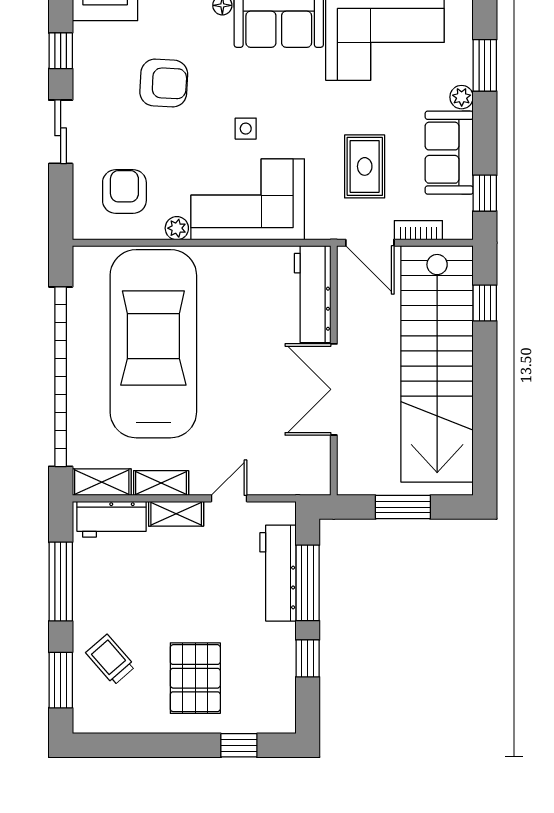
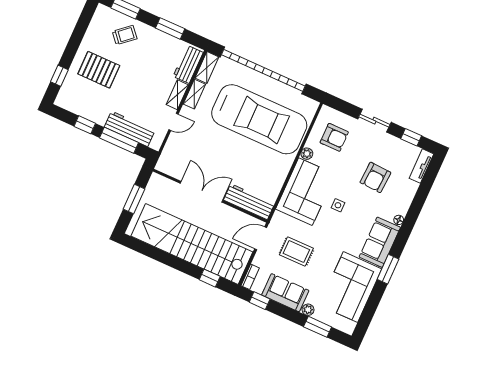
bookcase: (418, 230) -> (250, 277), moved
door: (229, 498) -> (173, 122), hinge flipped
window: (61, 582) -> (170, 28), width x0.69

